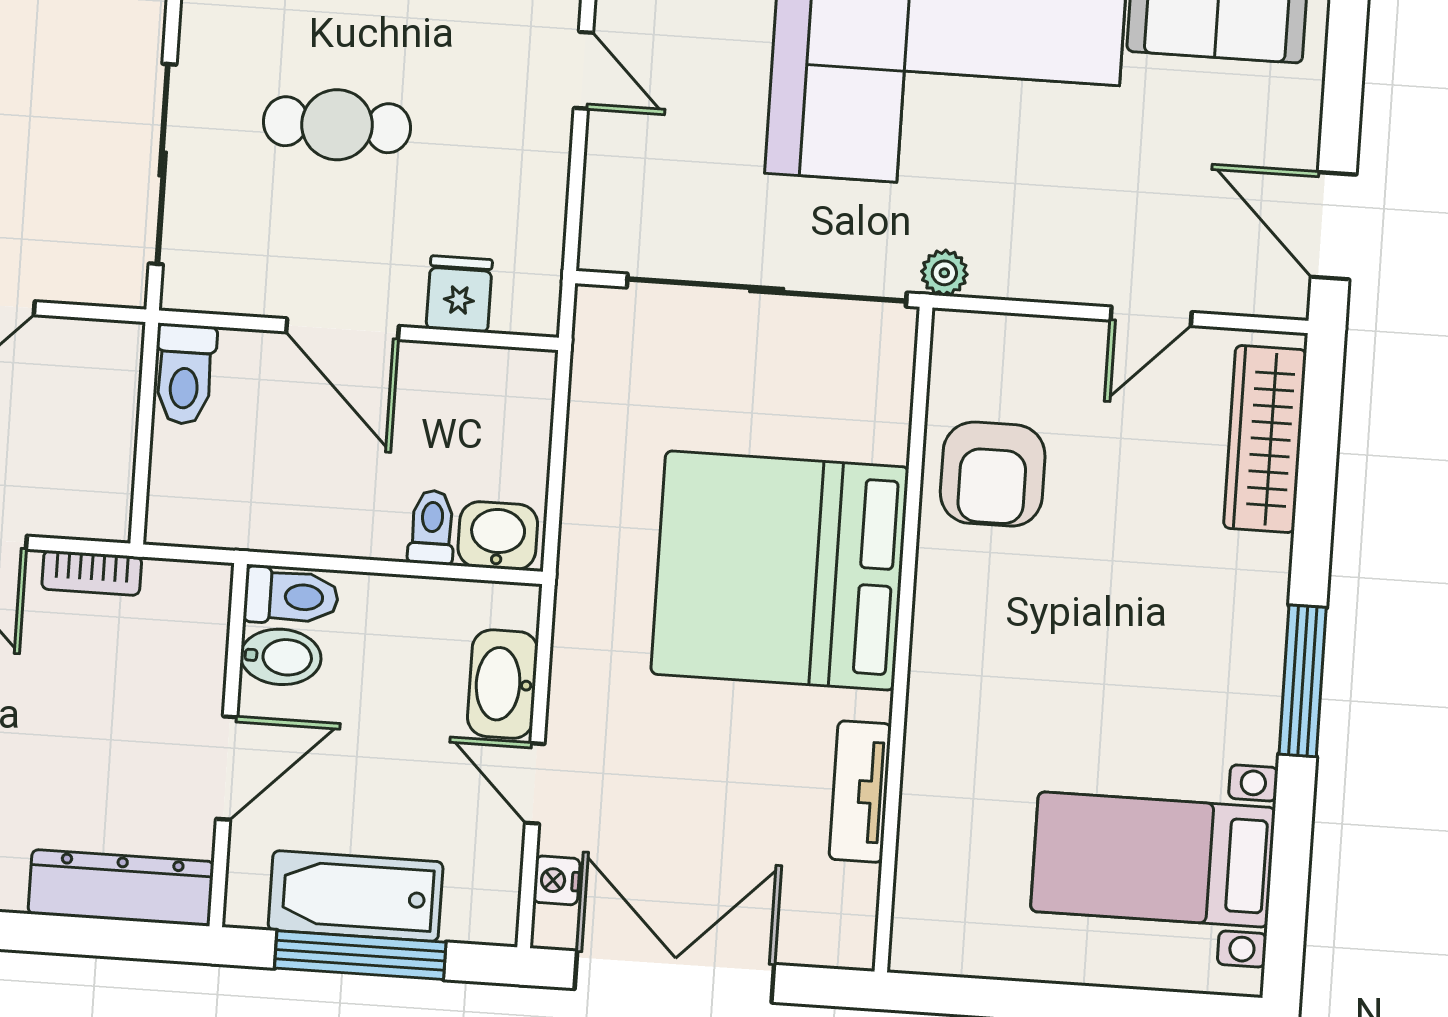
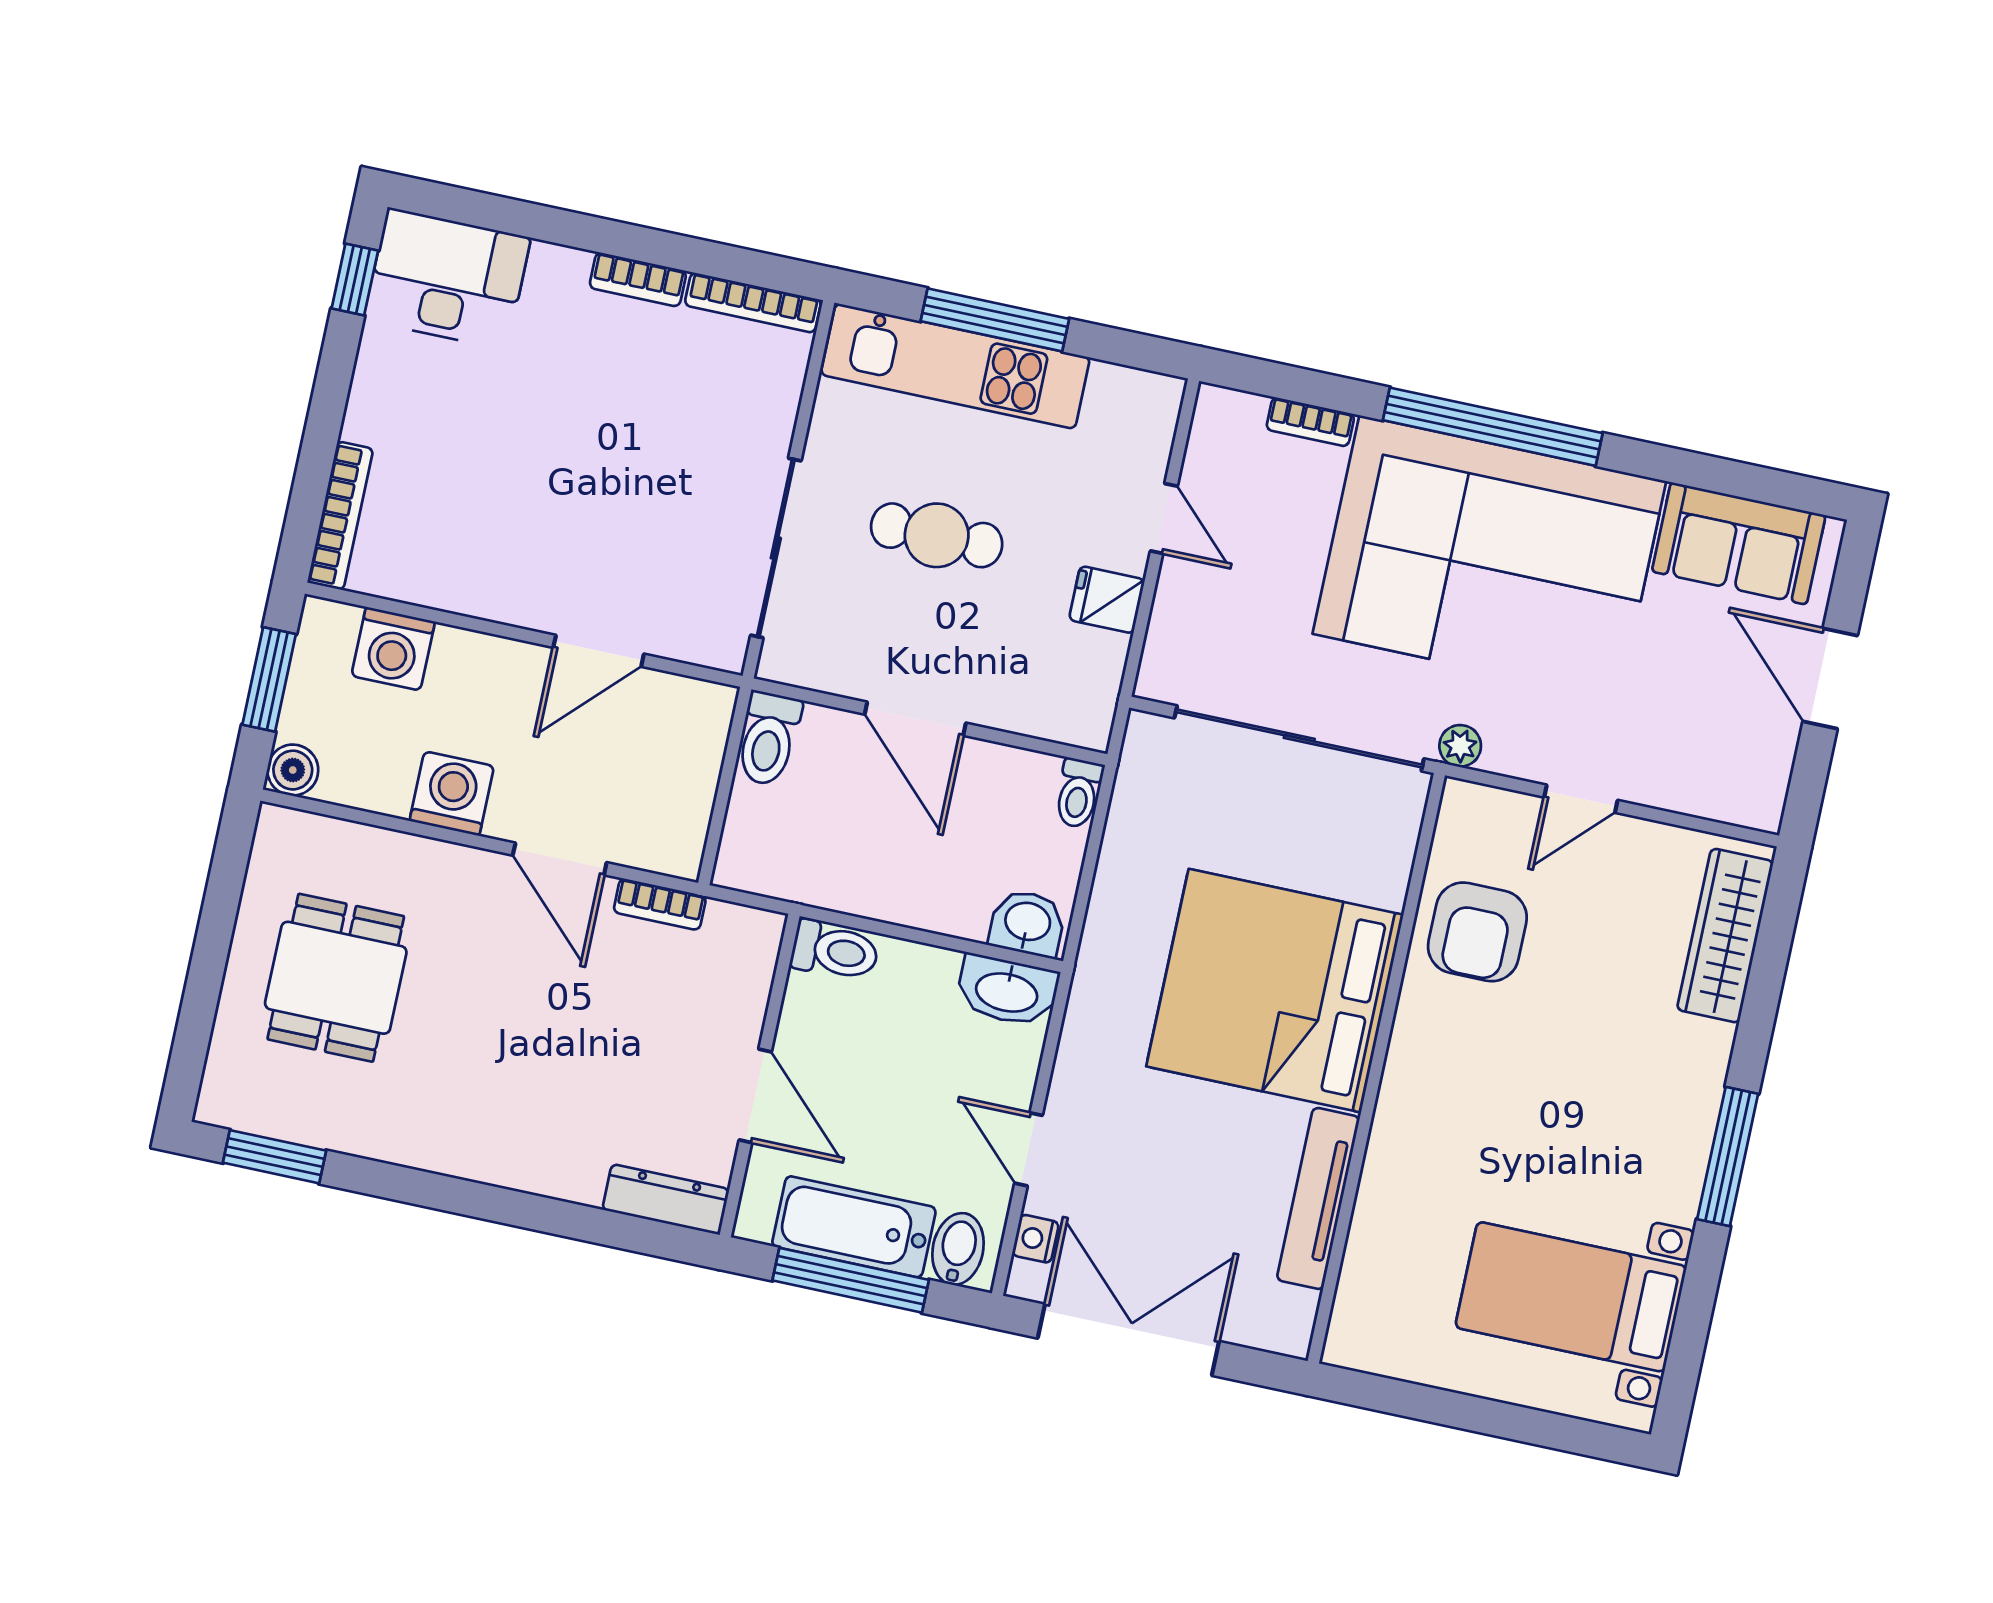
door: (1334, 226) -> (1830, 678), moved
fridge: (459, 294) -> (1107, 600), moved, turned -90
door: (1151, 316) -> (1581, 799), moved
toilet: (432, 527) -> (1078, 793), moved, turned 180
bidet: (281, 657) -> (958, 1249), moved, turned -90
washbasin: (503, 684) -> (1007, 991), moved, turned -90
door: (227, 768) -> (755, 1096), hinge flipped
tv unit: (860, 792) -> (1318, 1198), width x1.41
dresser: (121, 888) -> (666, 1199), width x0.73, depth x0.80

